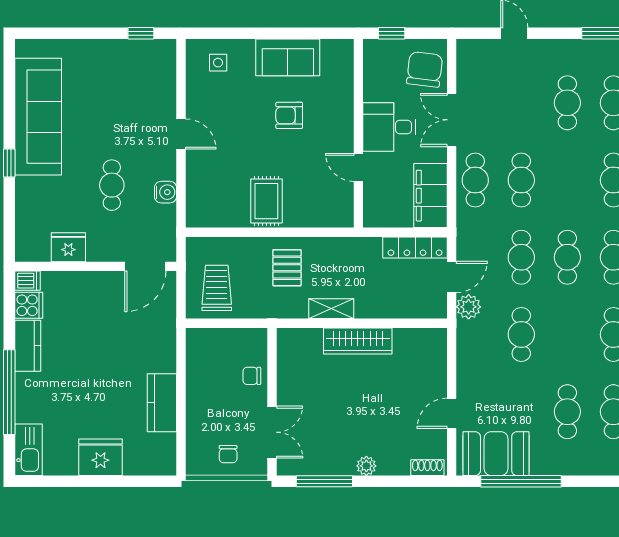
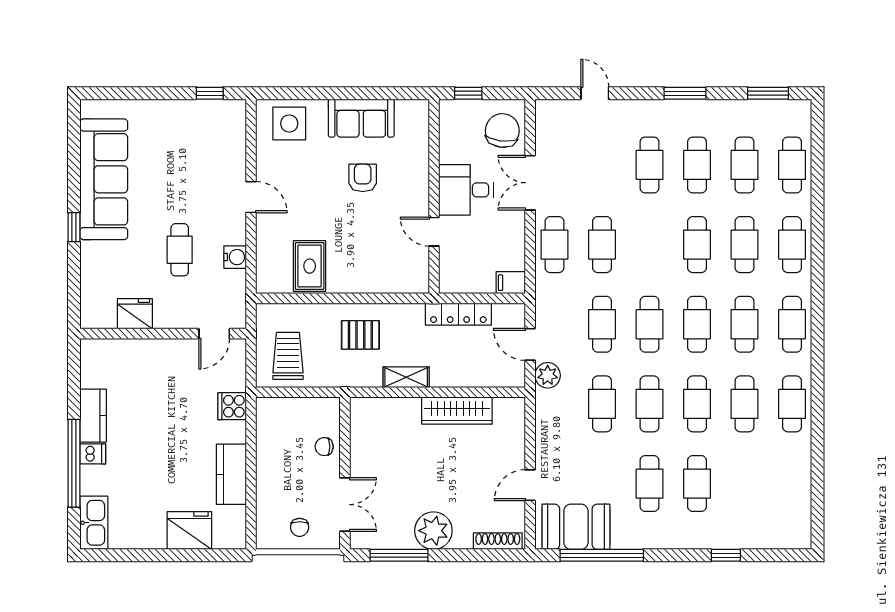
side table: (218, 63) -> (289, 123), width x1.87, depth x1.87
armchair: (289, 115) -> (363, 178), turned 90
filing cabinet: (430, 196) -> (511, 283), width x0.33, depth x0.86
rug: (266, 201) -> (310, 266), moved
locker: (415, 247) -> (458, 314), moved
door: (145, 266) -> (214, 334), width x0.73
pallet: (287, 268) -> (360, 335), turned 90
door: (452, 277) -> (530, 344), swing flipped
dishwasher: (27, 281) -> (93, 454), moved
cooker: (29, 305) -> (232, 406), moved, turned 180
cafe table: (567, 334) -> (650, 404), added
wardrobe: (358, 341) -> (457, 411), moved
fridge: (100, 457) -> (189, 531), moved
plant: (366, 466) -> (433, 531), width x1.88, depth x1.88
shoe rack: (427, 468) -> (498, 541), width x1.43

